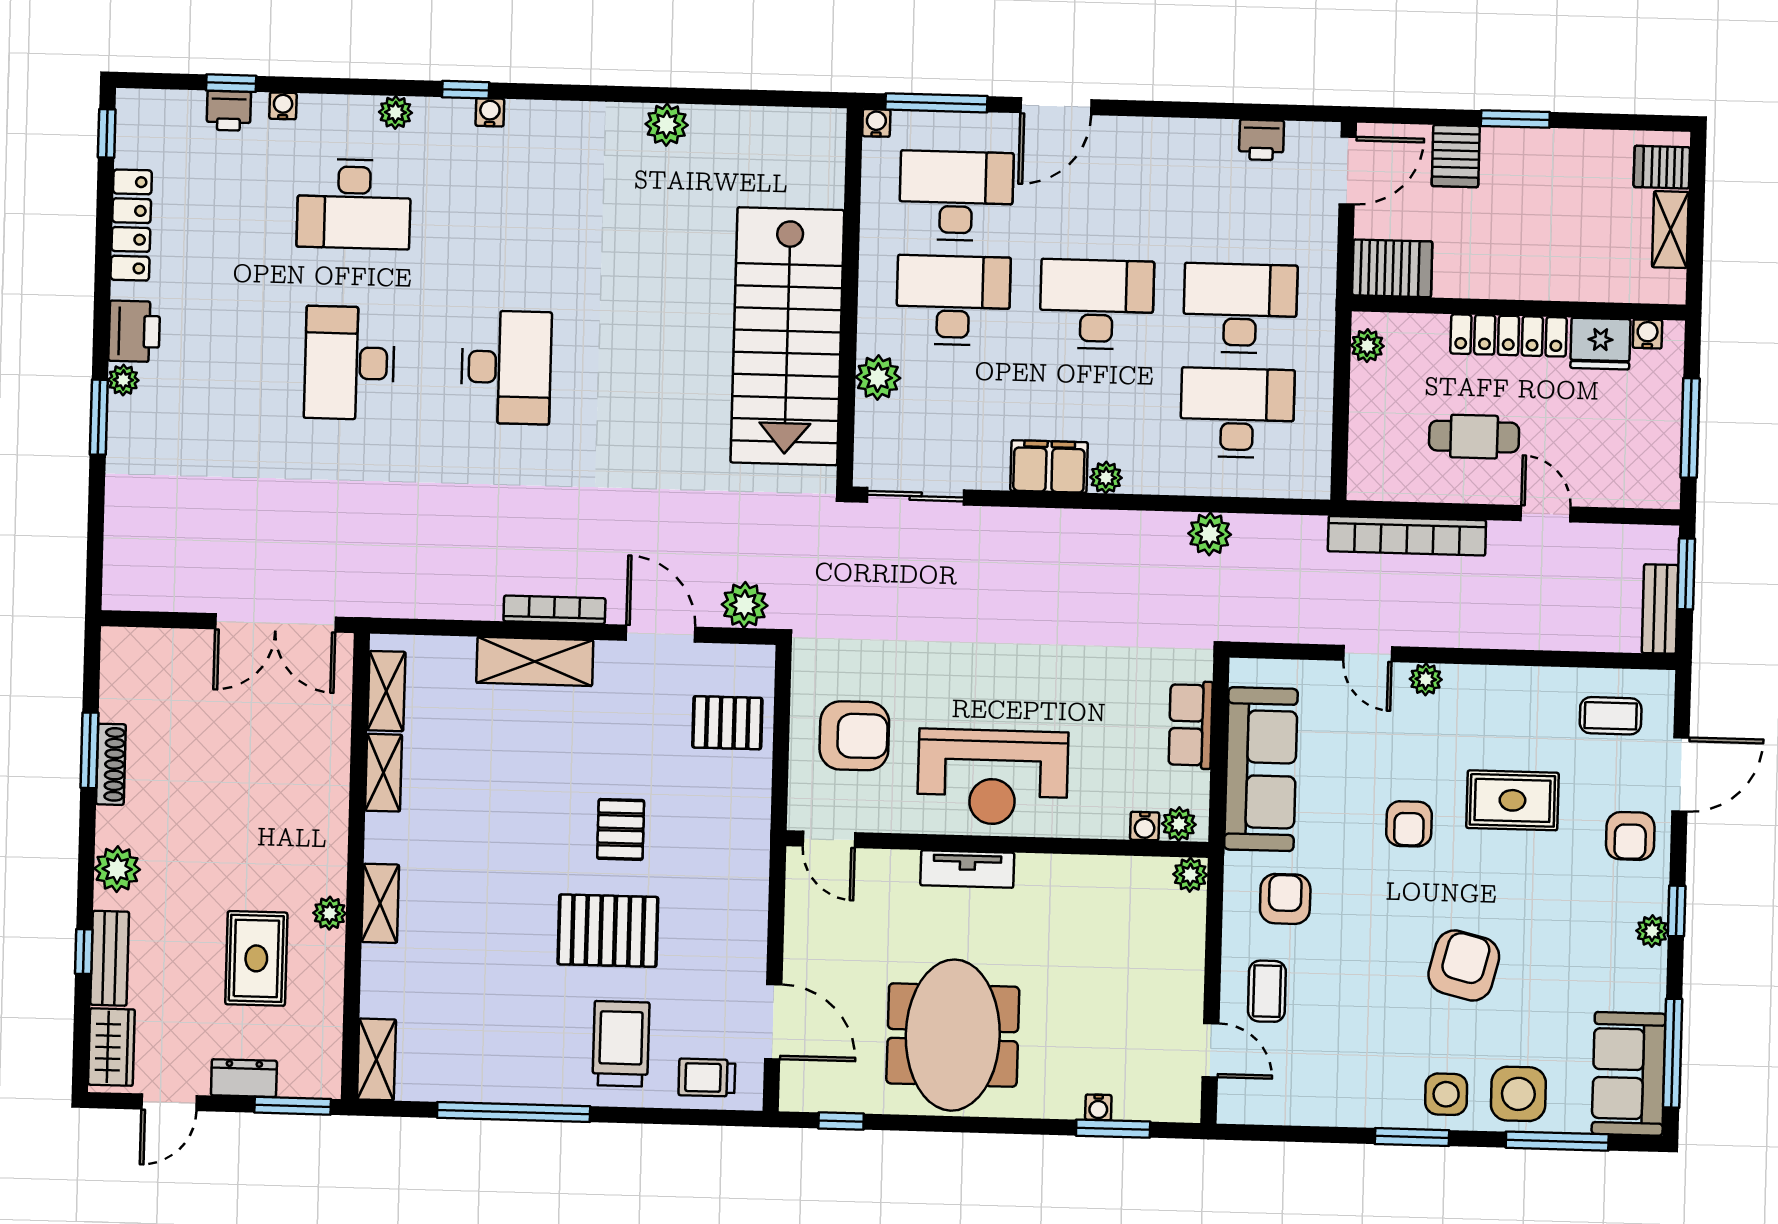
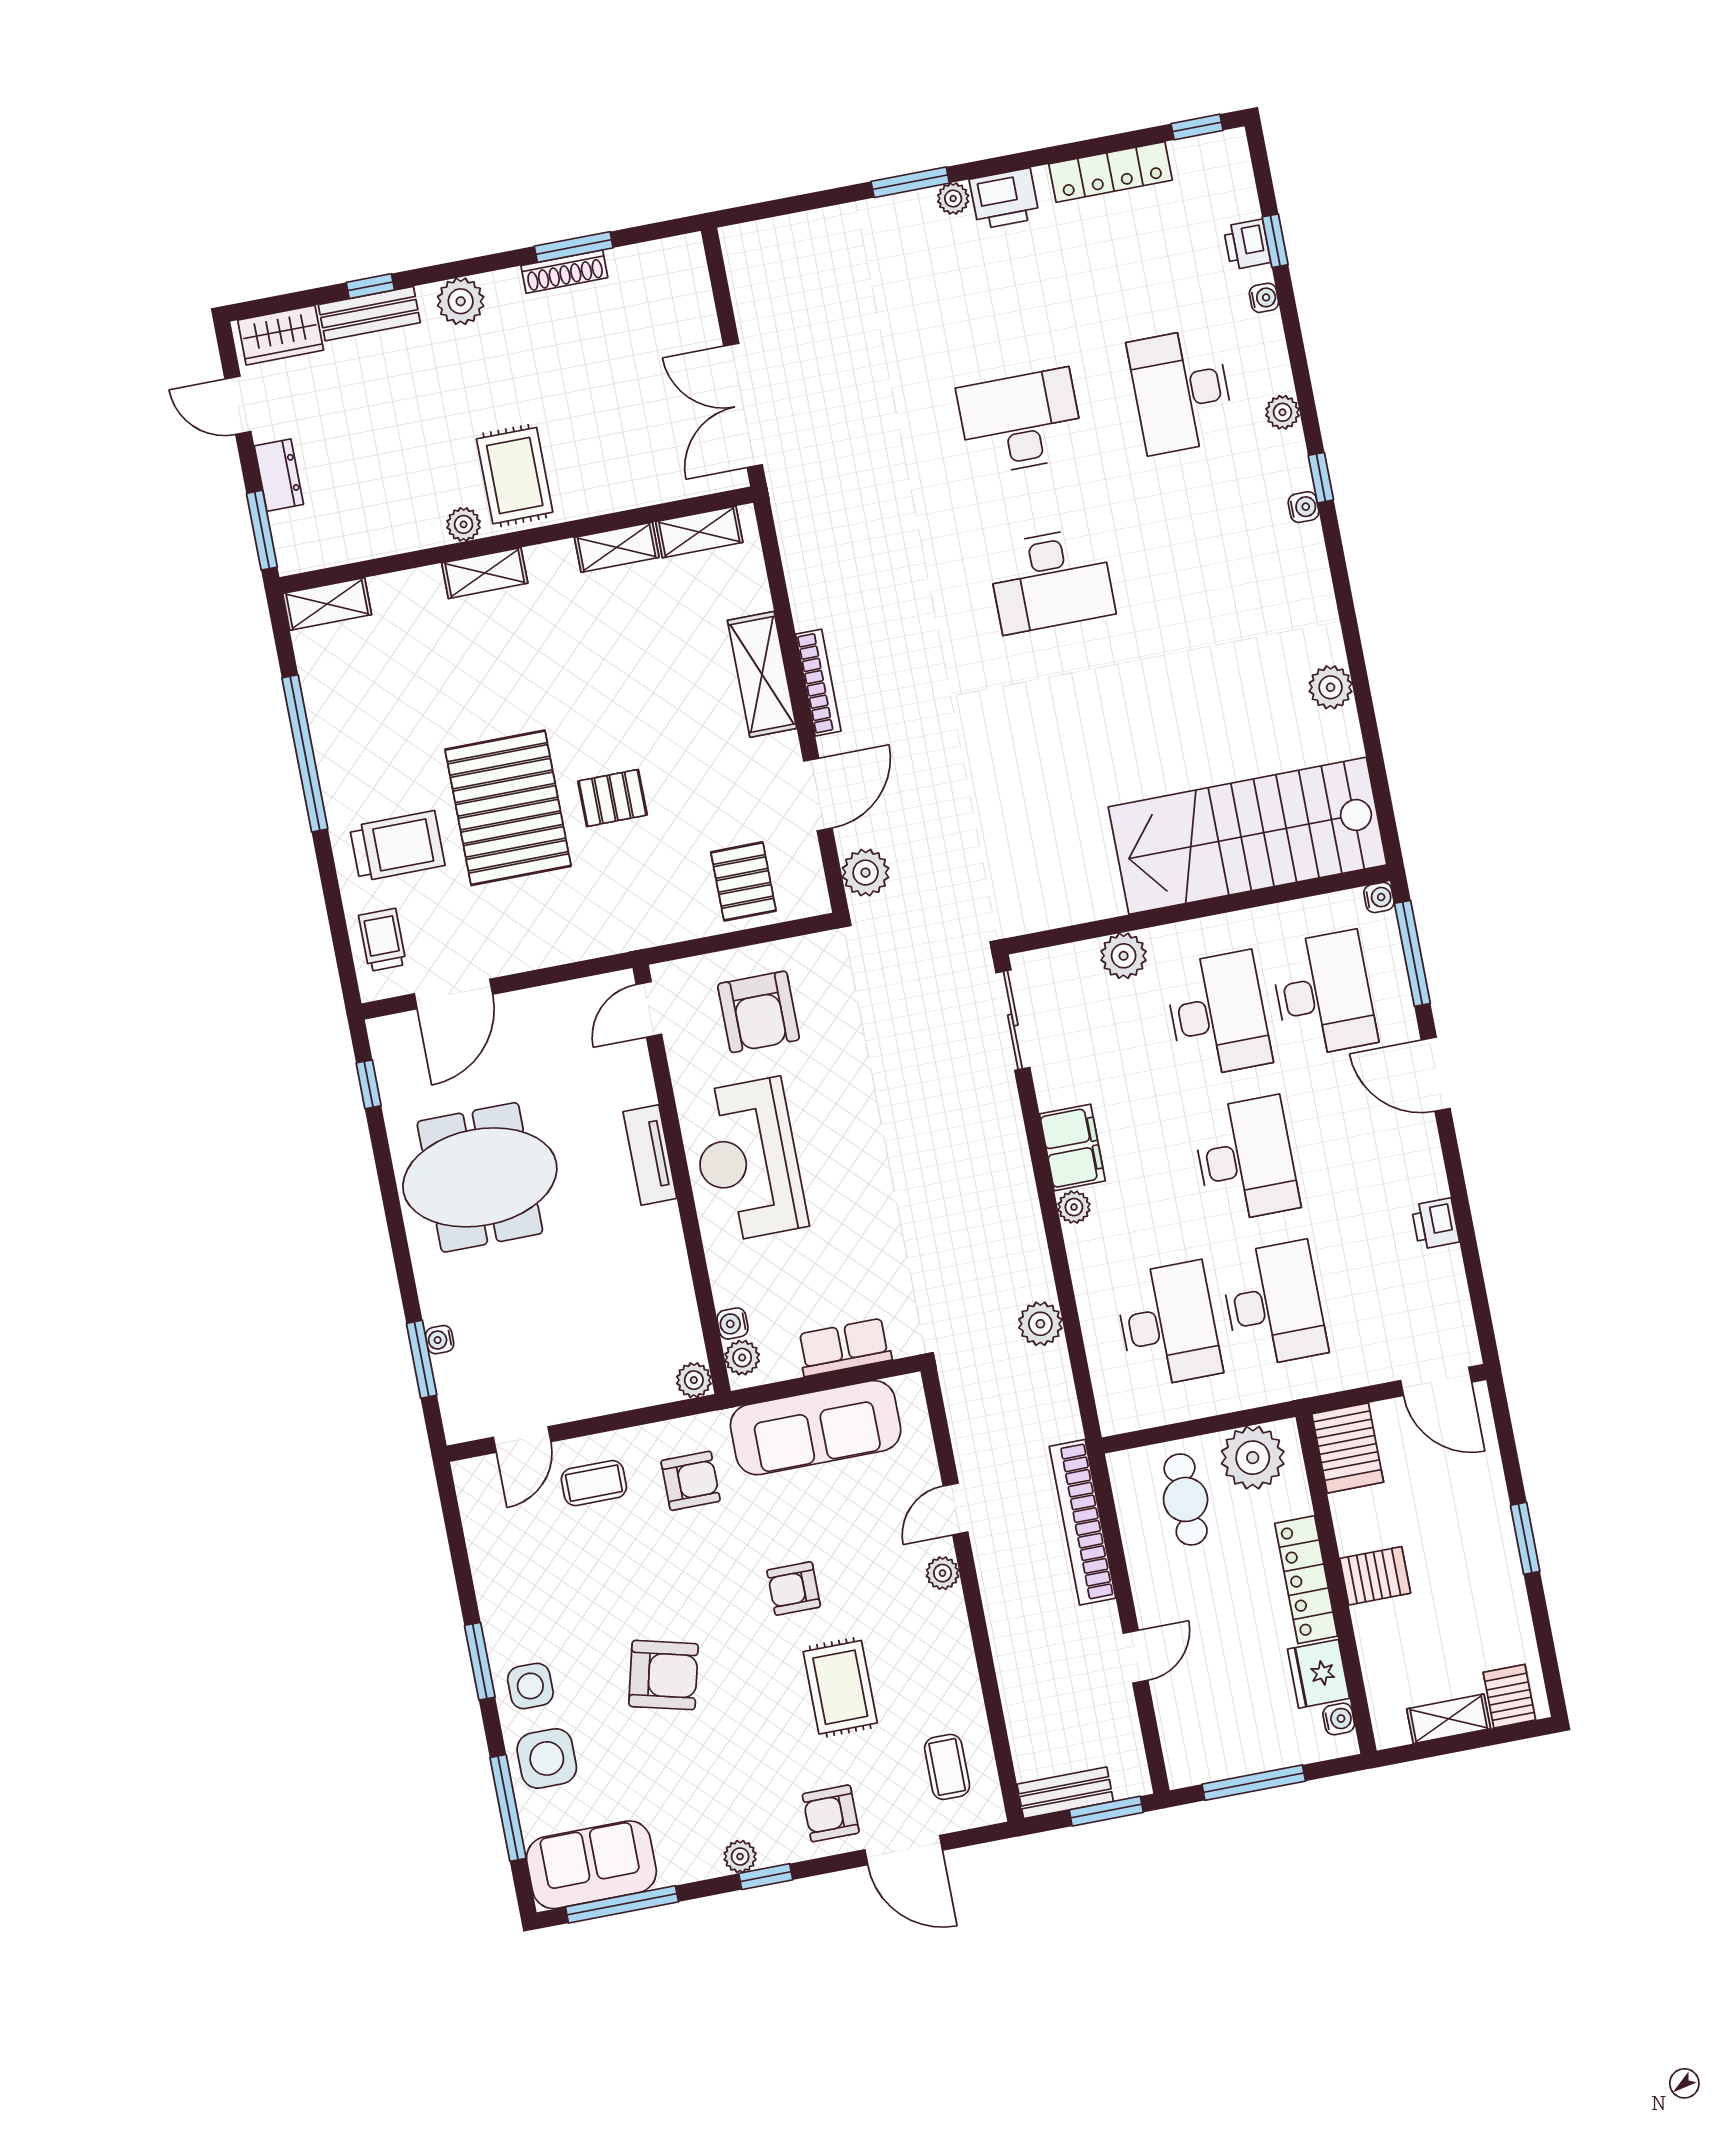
printer: (1261, 140) -> (1435, 1224), moved
server rack: (1456, 156) -> (1375, 1576), moved, turned 180
stairs: (787, 336) -> (1248, 836), moved
plant: (1367, 346) -> (1253, 1458), width x1.88, depth x1.88
cafe table: (1474, 437) -> (1186, 1499), moved
pallet: (608, 931) -> (508, 808), width x1.37, depth x1.41
rug: (256, 958) -> (515, 476), moved, turned 90

